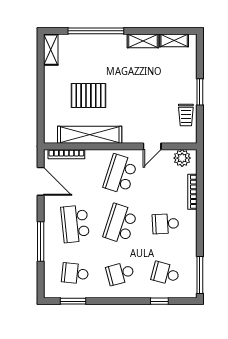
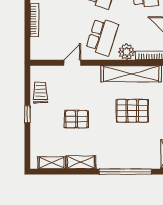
pallet: (148, 87) -> (77, 119), added
window: (200, 92) -> (27, 114), width x0.67
plant: (182, 158) -> (127, 52), moved

